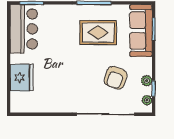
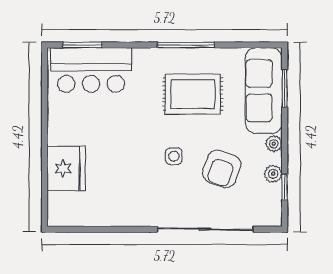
bar counter: (24, 29) -> (91, 70), moved, turned 90
side table: (87, 70) -> (174, 156), added
plant: (147, 100) -> (274, 144), moved

